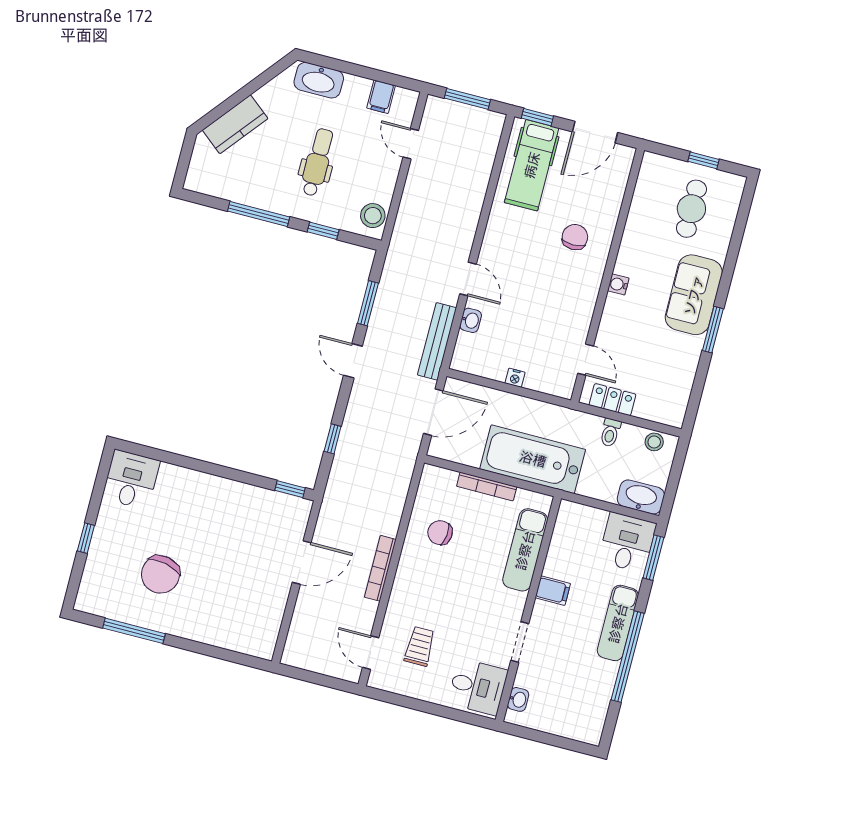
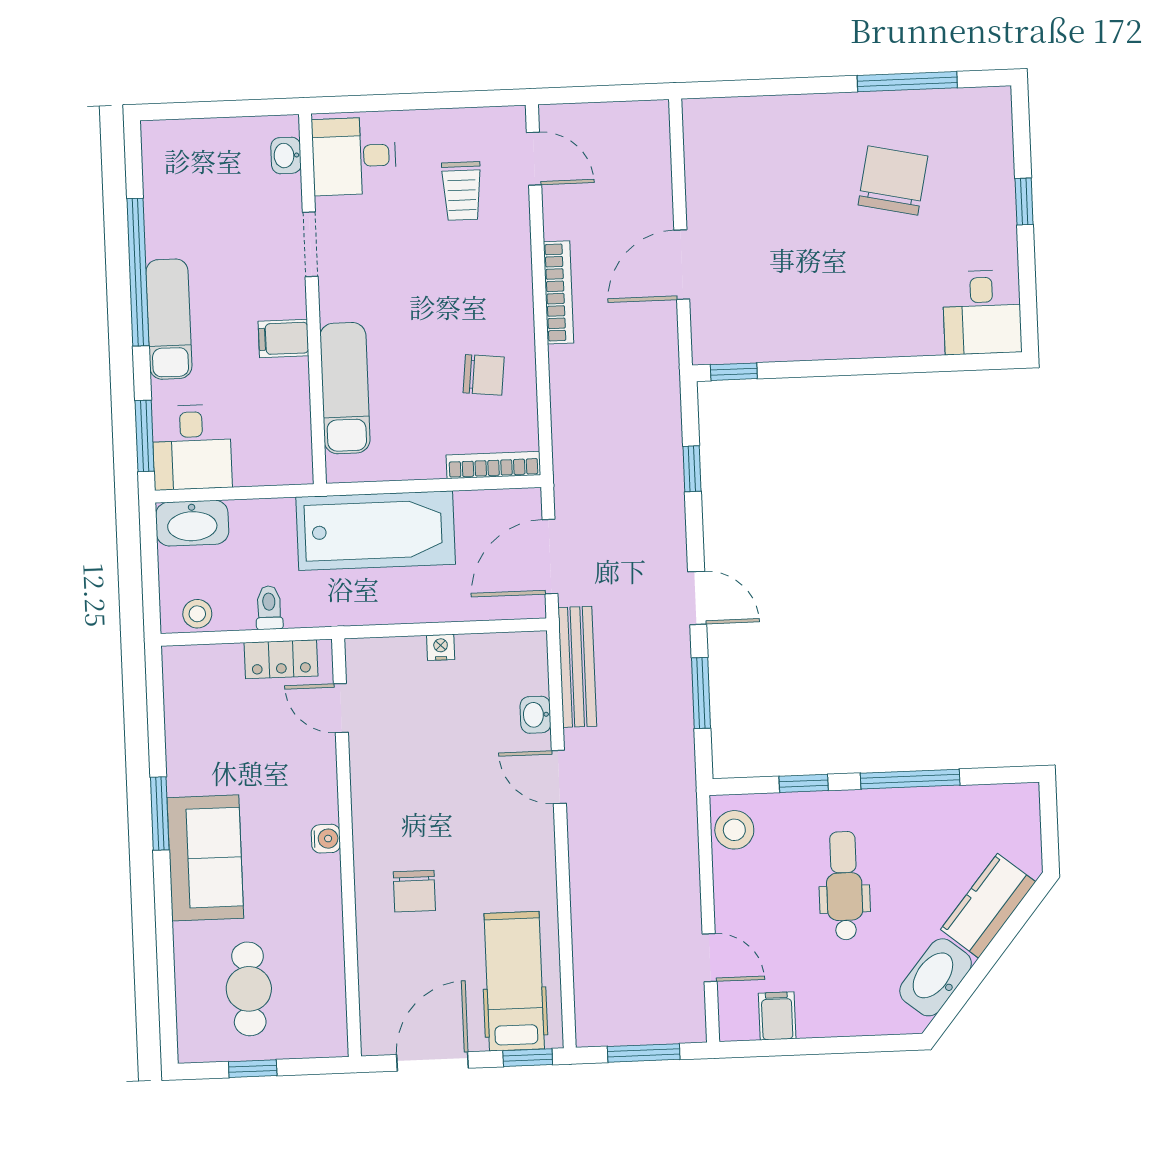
washbasin: (319, 80) -> (936, 977), moved, turned -51
dental chair: (317, 162) -> (844, 886), turned 180
bookcase: (487, 486) -> (493, 465), moved

